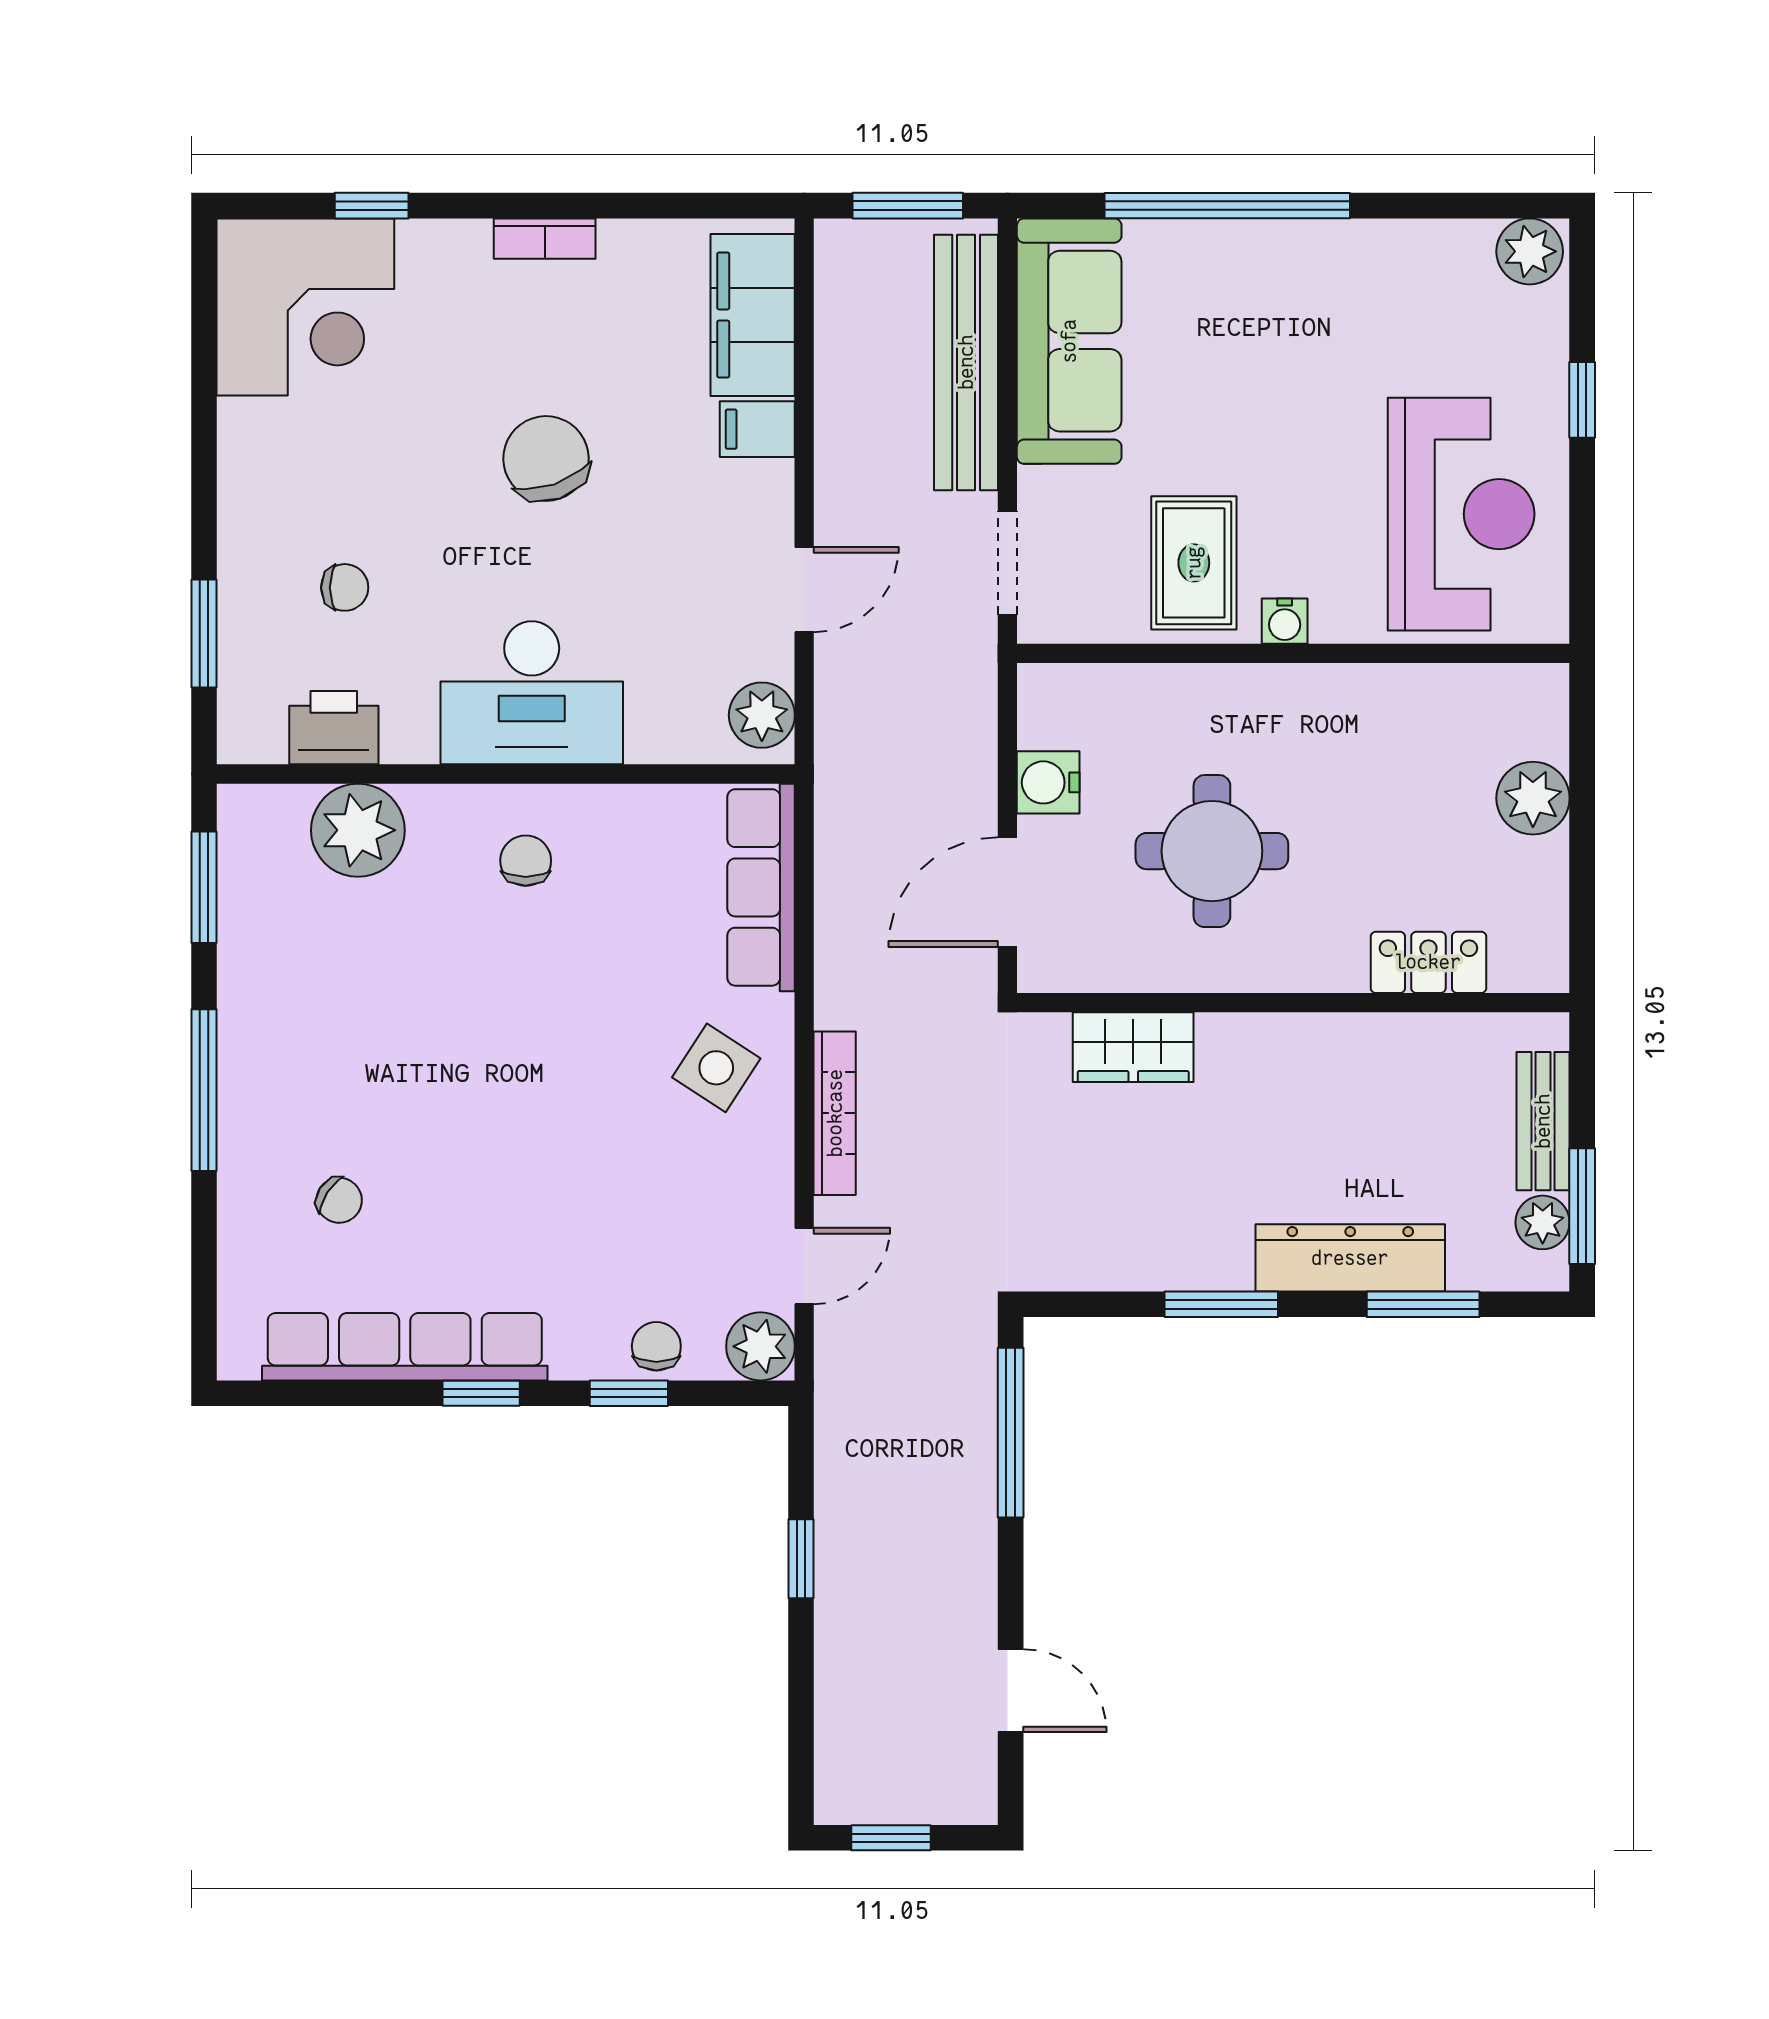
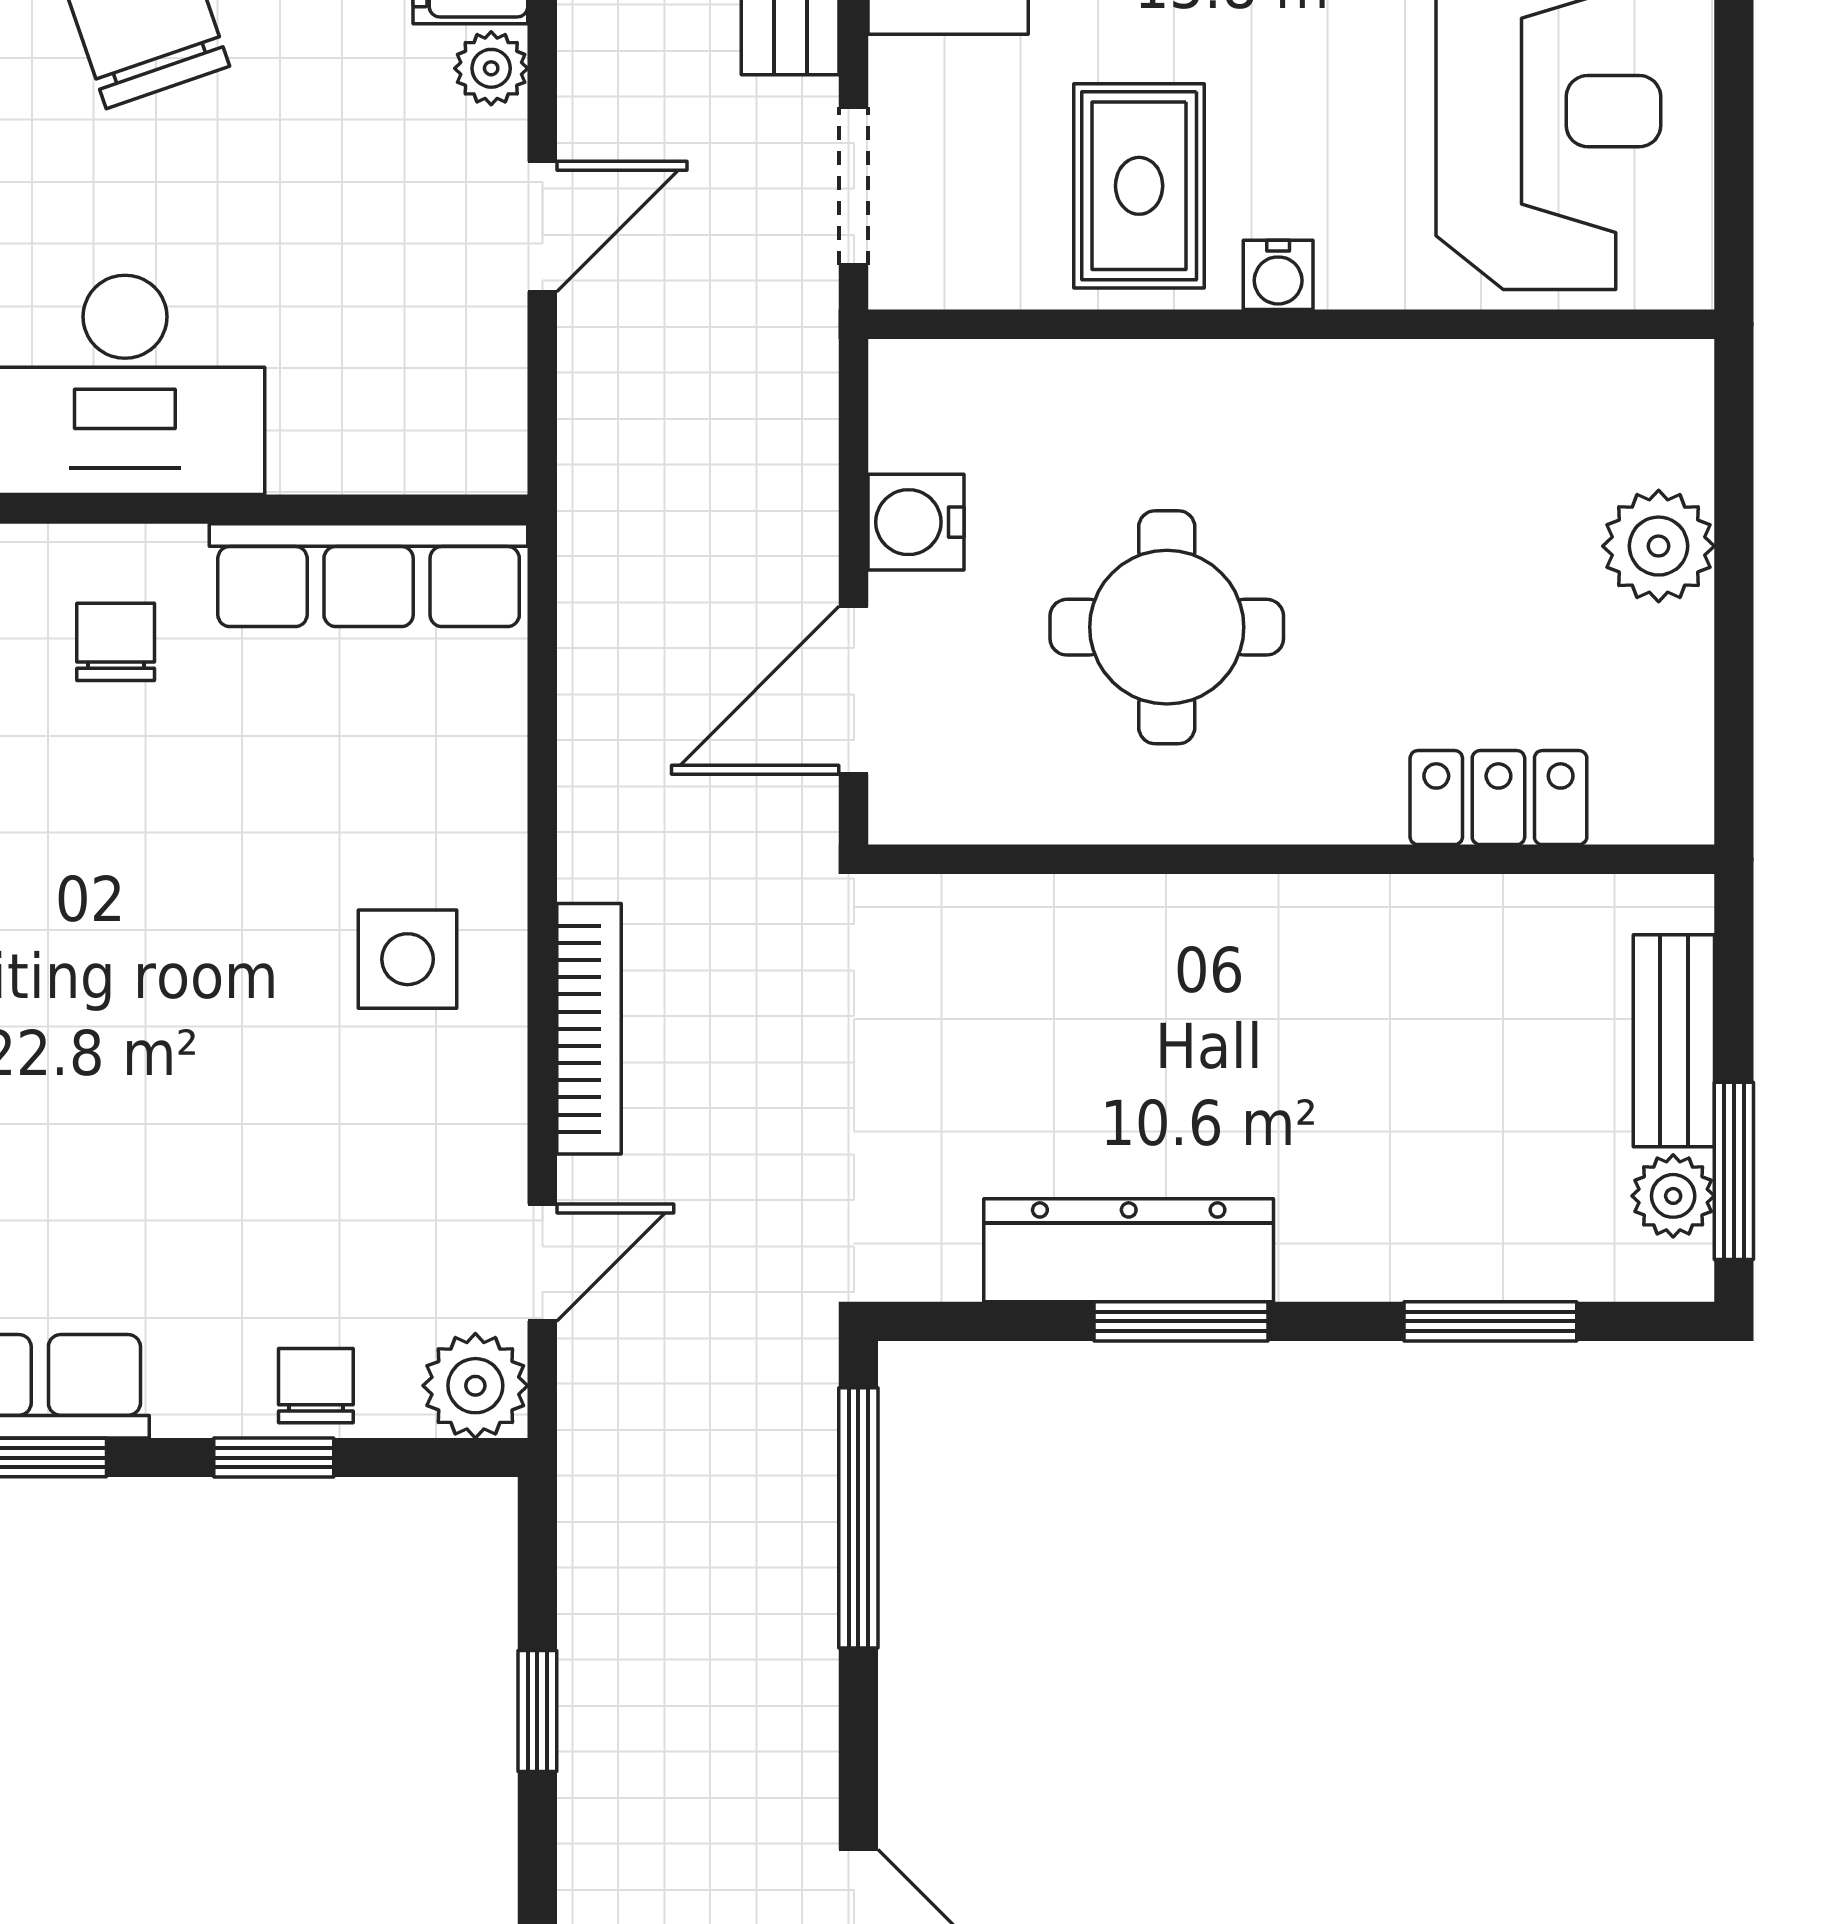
plant: (762, 715) -> (491, 68), moved, width x0.73, depth x0.73
row of seats: (761, 887) -> (369, 575), moved, turned -90
wardrobe: (1133, 1047) -> (1046, 927), removed
side table: (716, 1068) -> (408, 959), turned -33
dresser: (1350, 1258) -> (1129, 1250), moved

